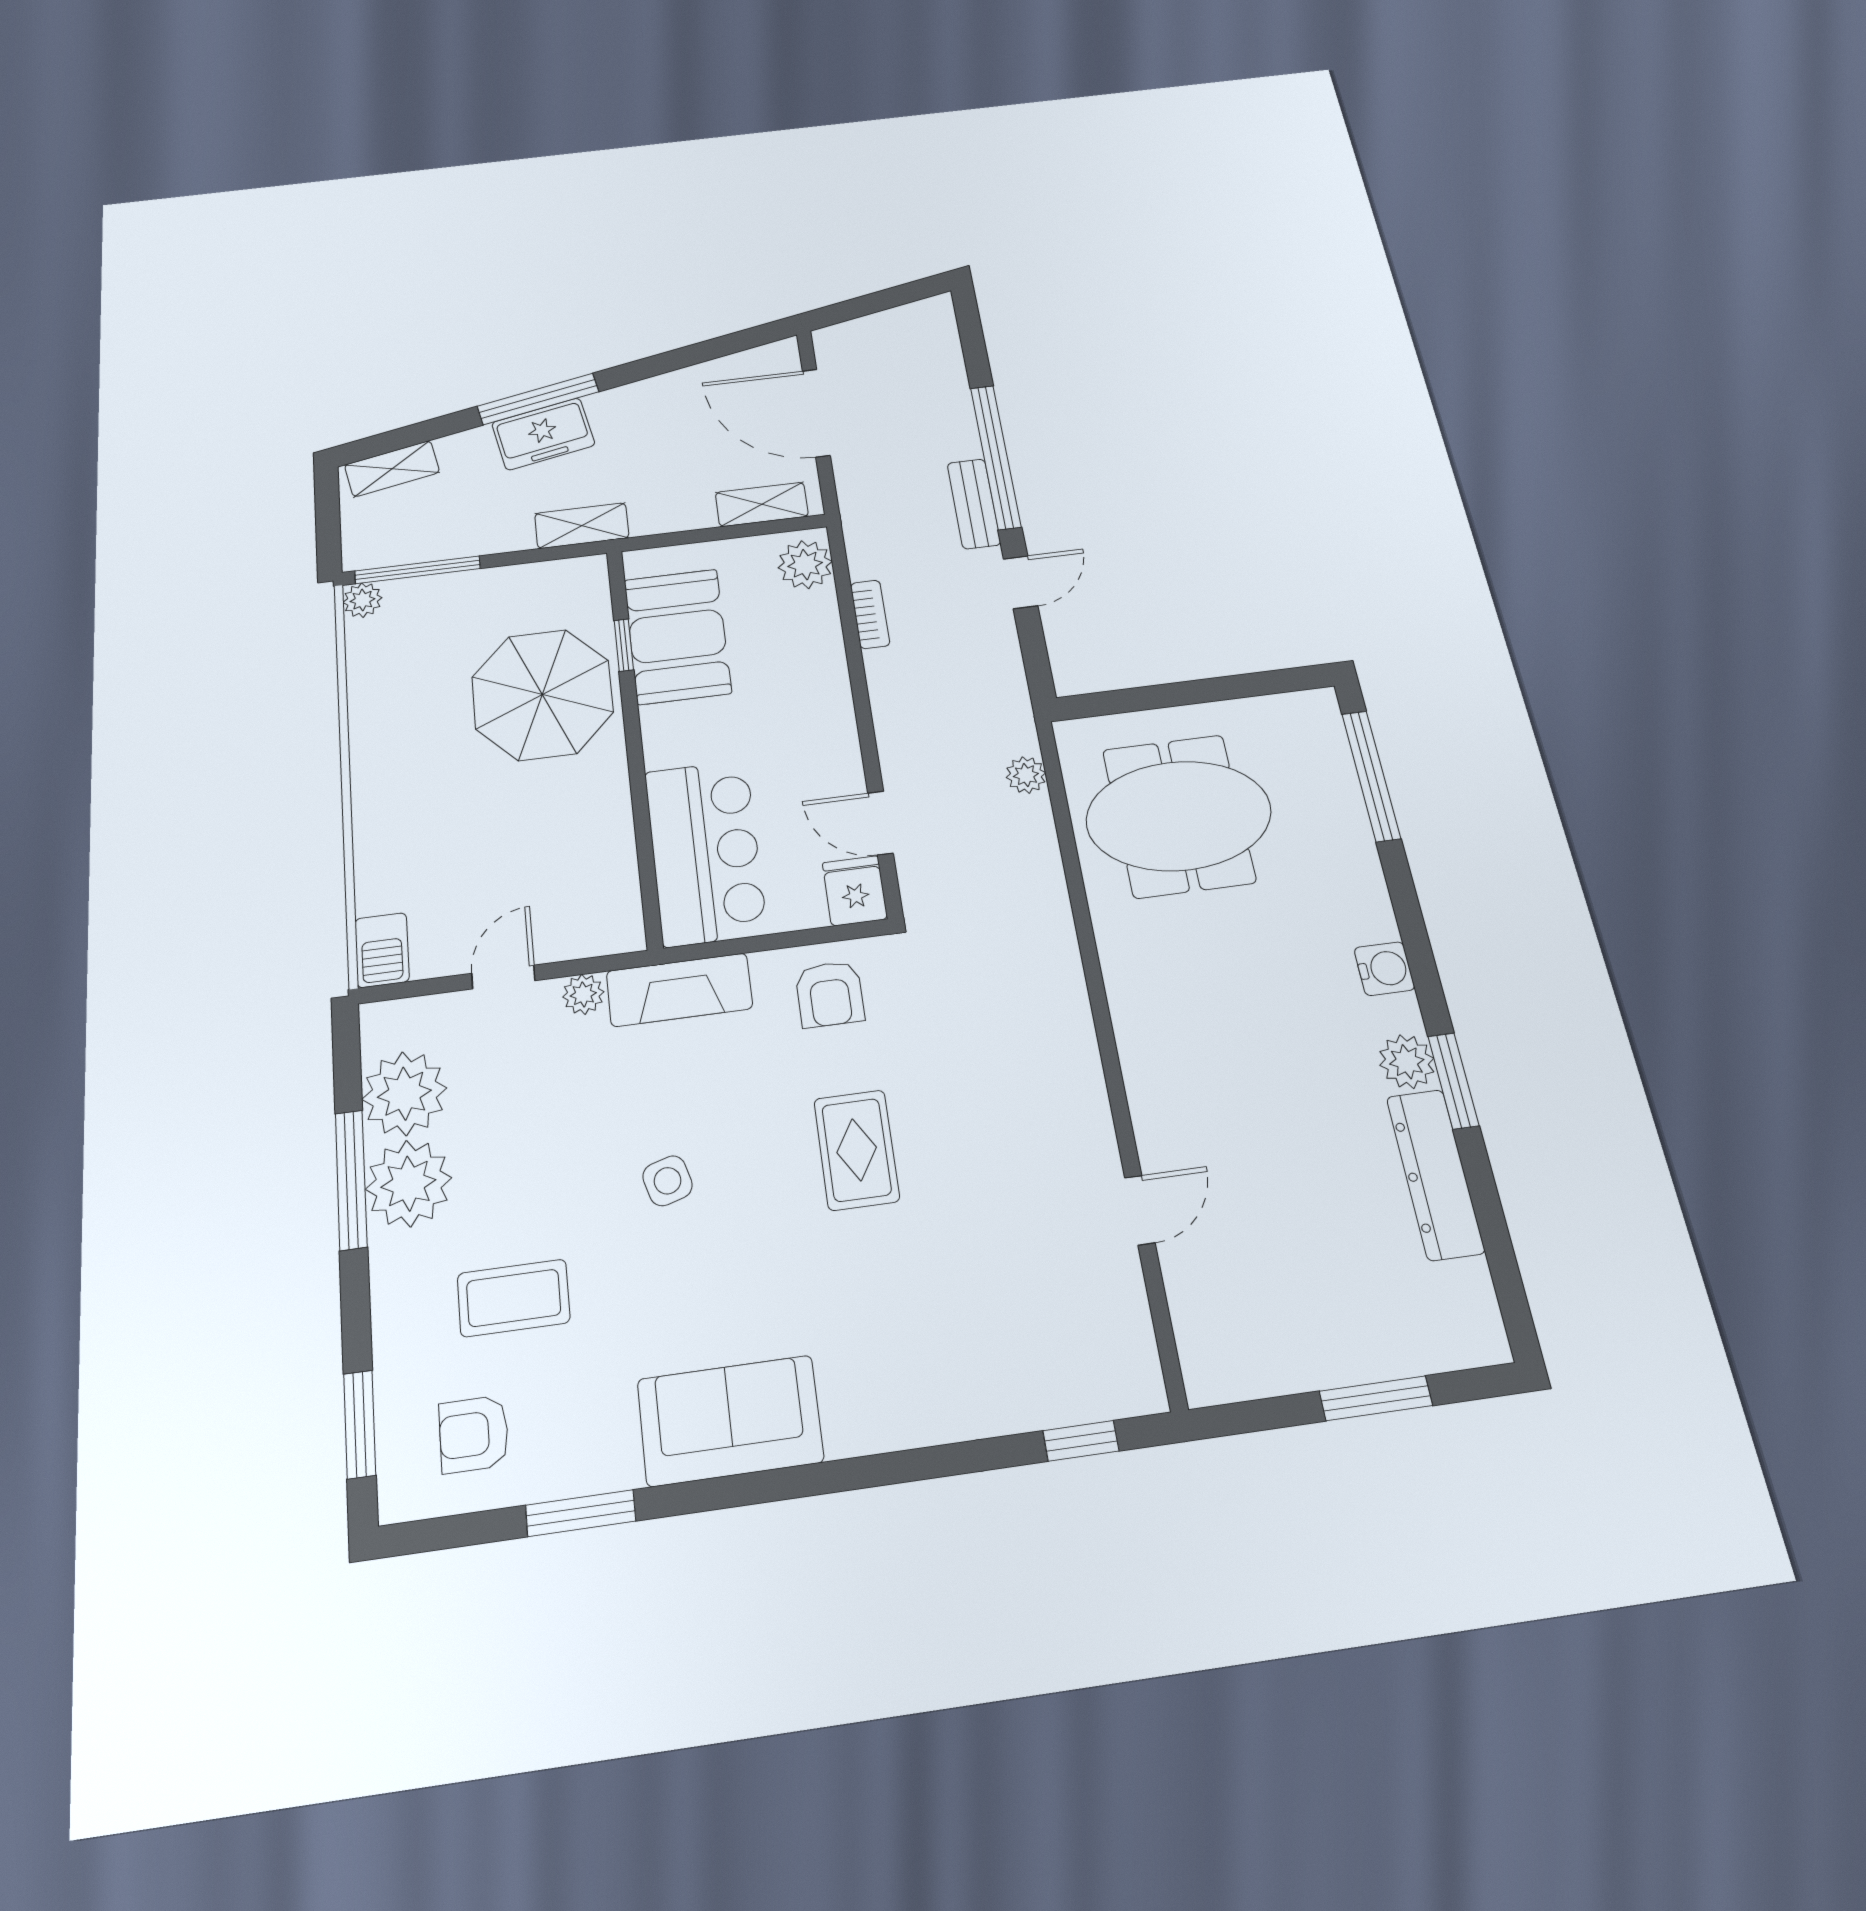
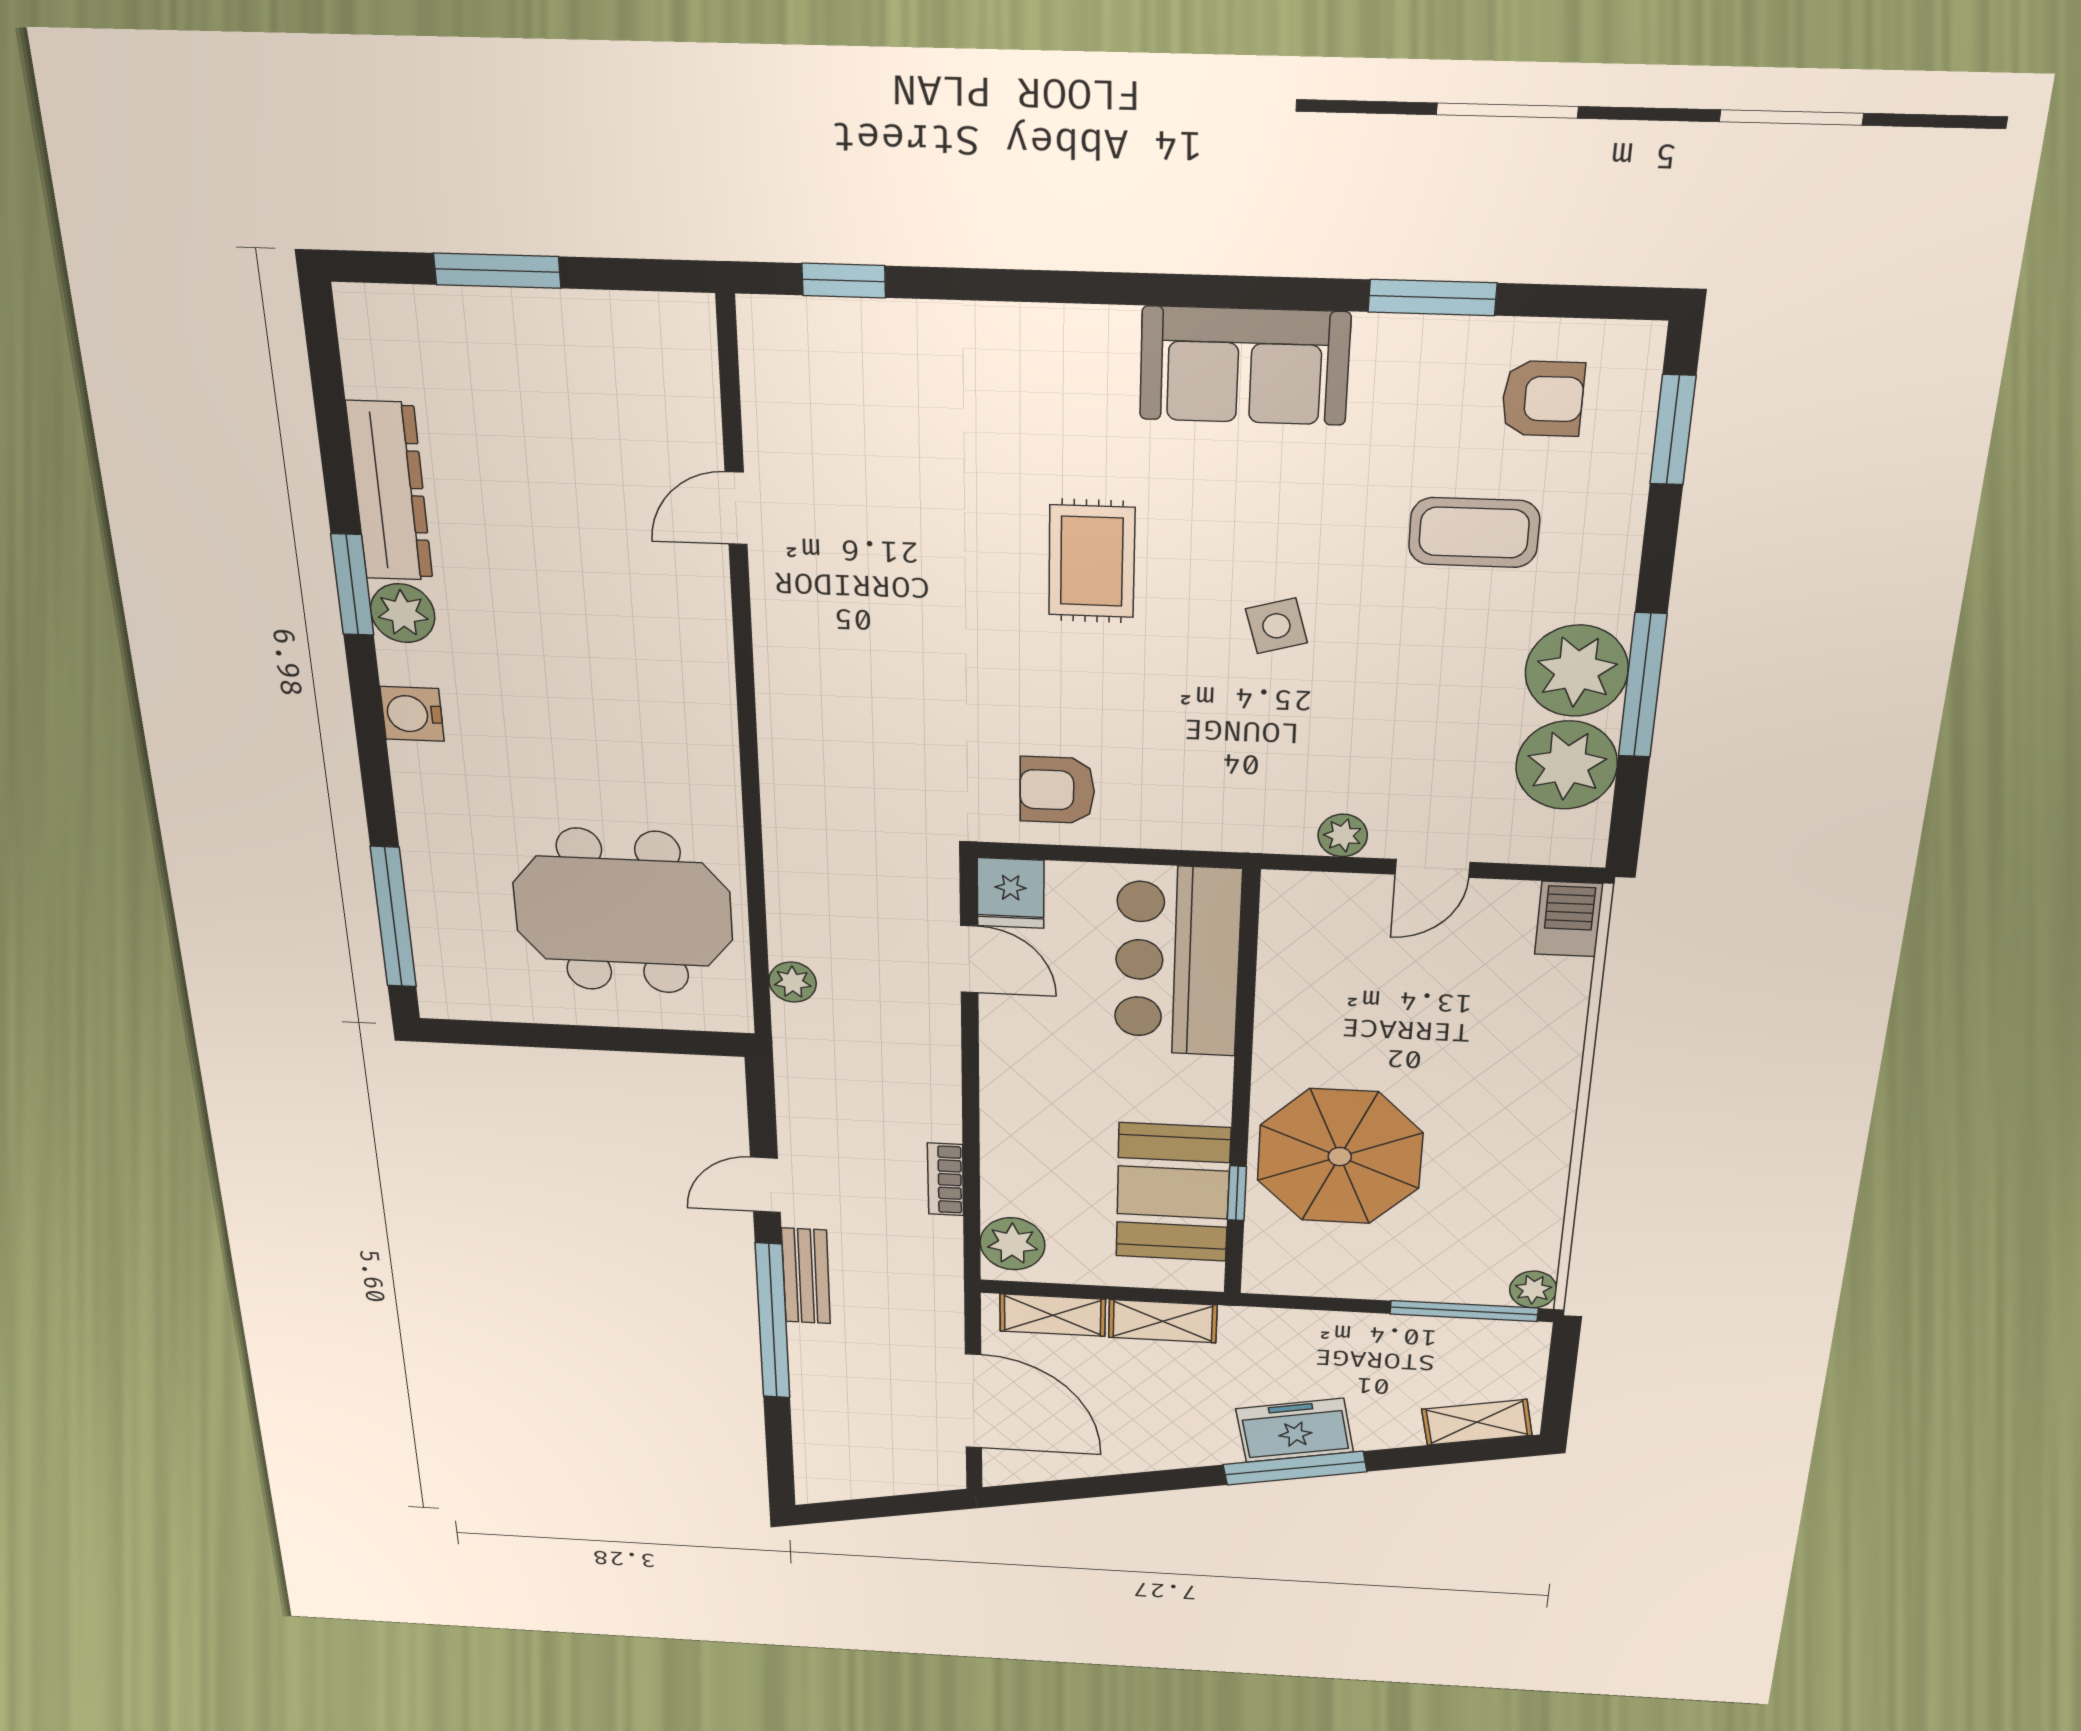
shelving: (582, 526) -> (1163, 1321), moved
fireplace: (679, 990) -> (1231, 822), removed
armchair: (830, 994) -> (1057, 790), turned -90
rug: (857, 1150) -> (1092, 561), moved

